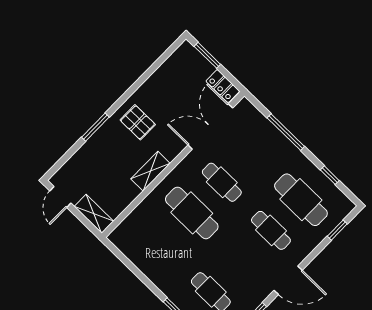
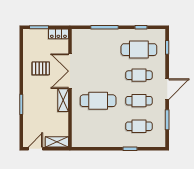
pallet: (138, 122) -> (41, 68), moved
double door: (210, 126) -> (70, 71), moved
cafe table: (222, 182) -> (139, 101), moved
door: (60, 197) -> (36, 149), swing flipped

